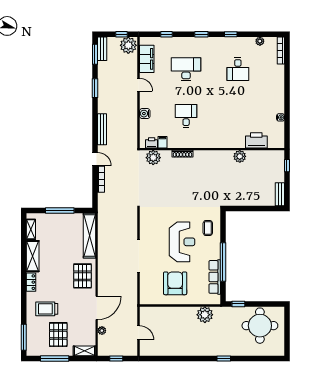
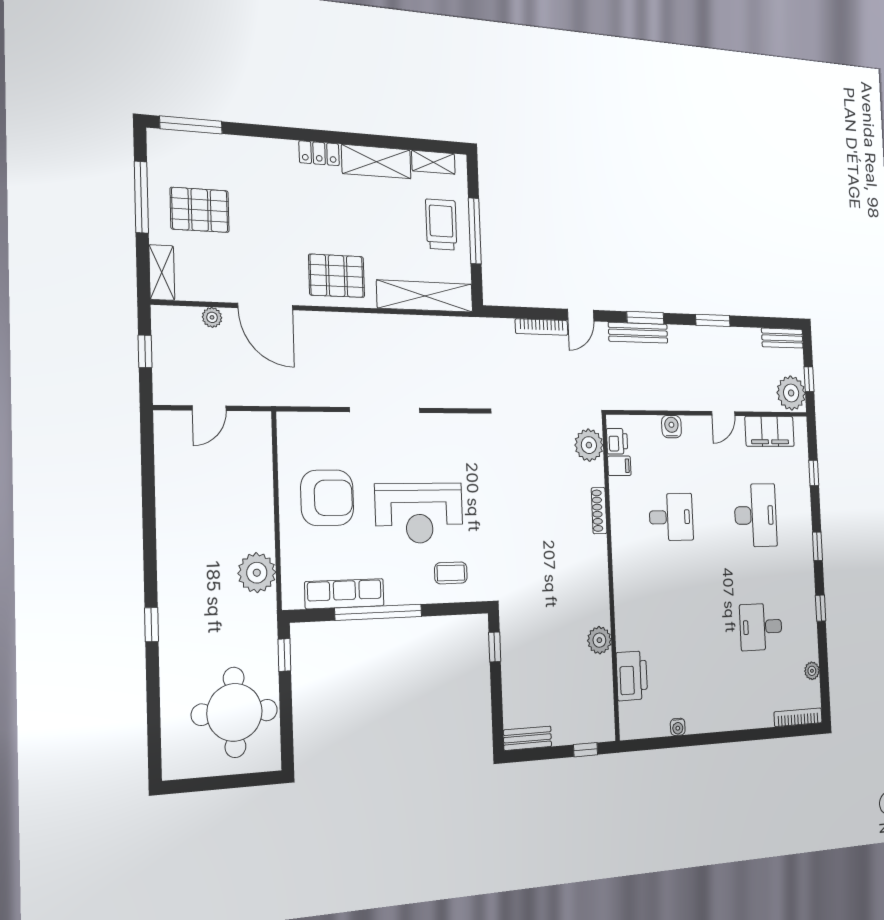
window: (95, 54) -> (645, 318), moved
window: (240, 208) -> (495, 647), added
trolley: (47, 309) -> (441, 225), moved

